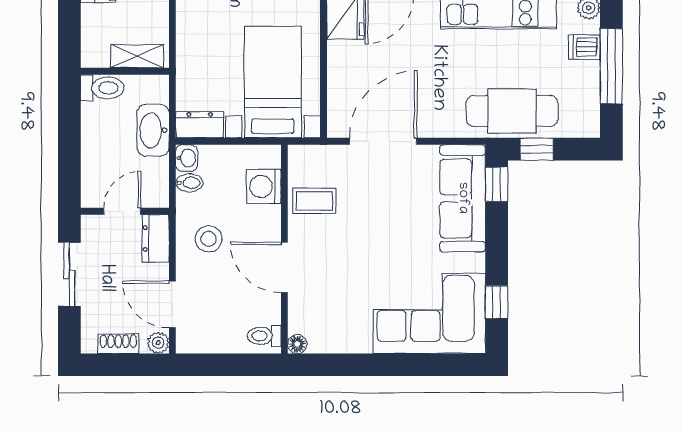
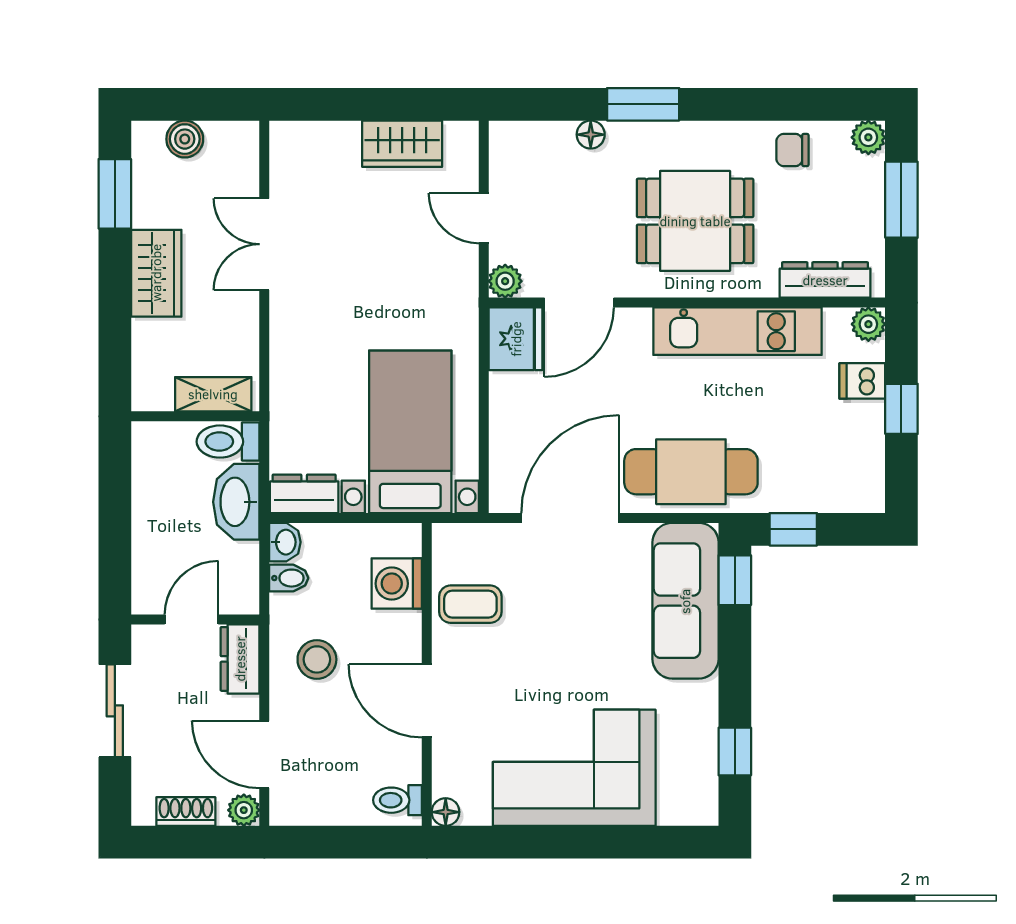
window: (611, 66) -> (901, 409), width x0.46
toilet: (102, 88) -> (228, 442), moved, turned 180
cafe table: (512, 111) -> (691, 472), moved
corner sofa: (429, 314) -> (574, 768), moved

